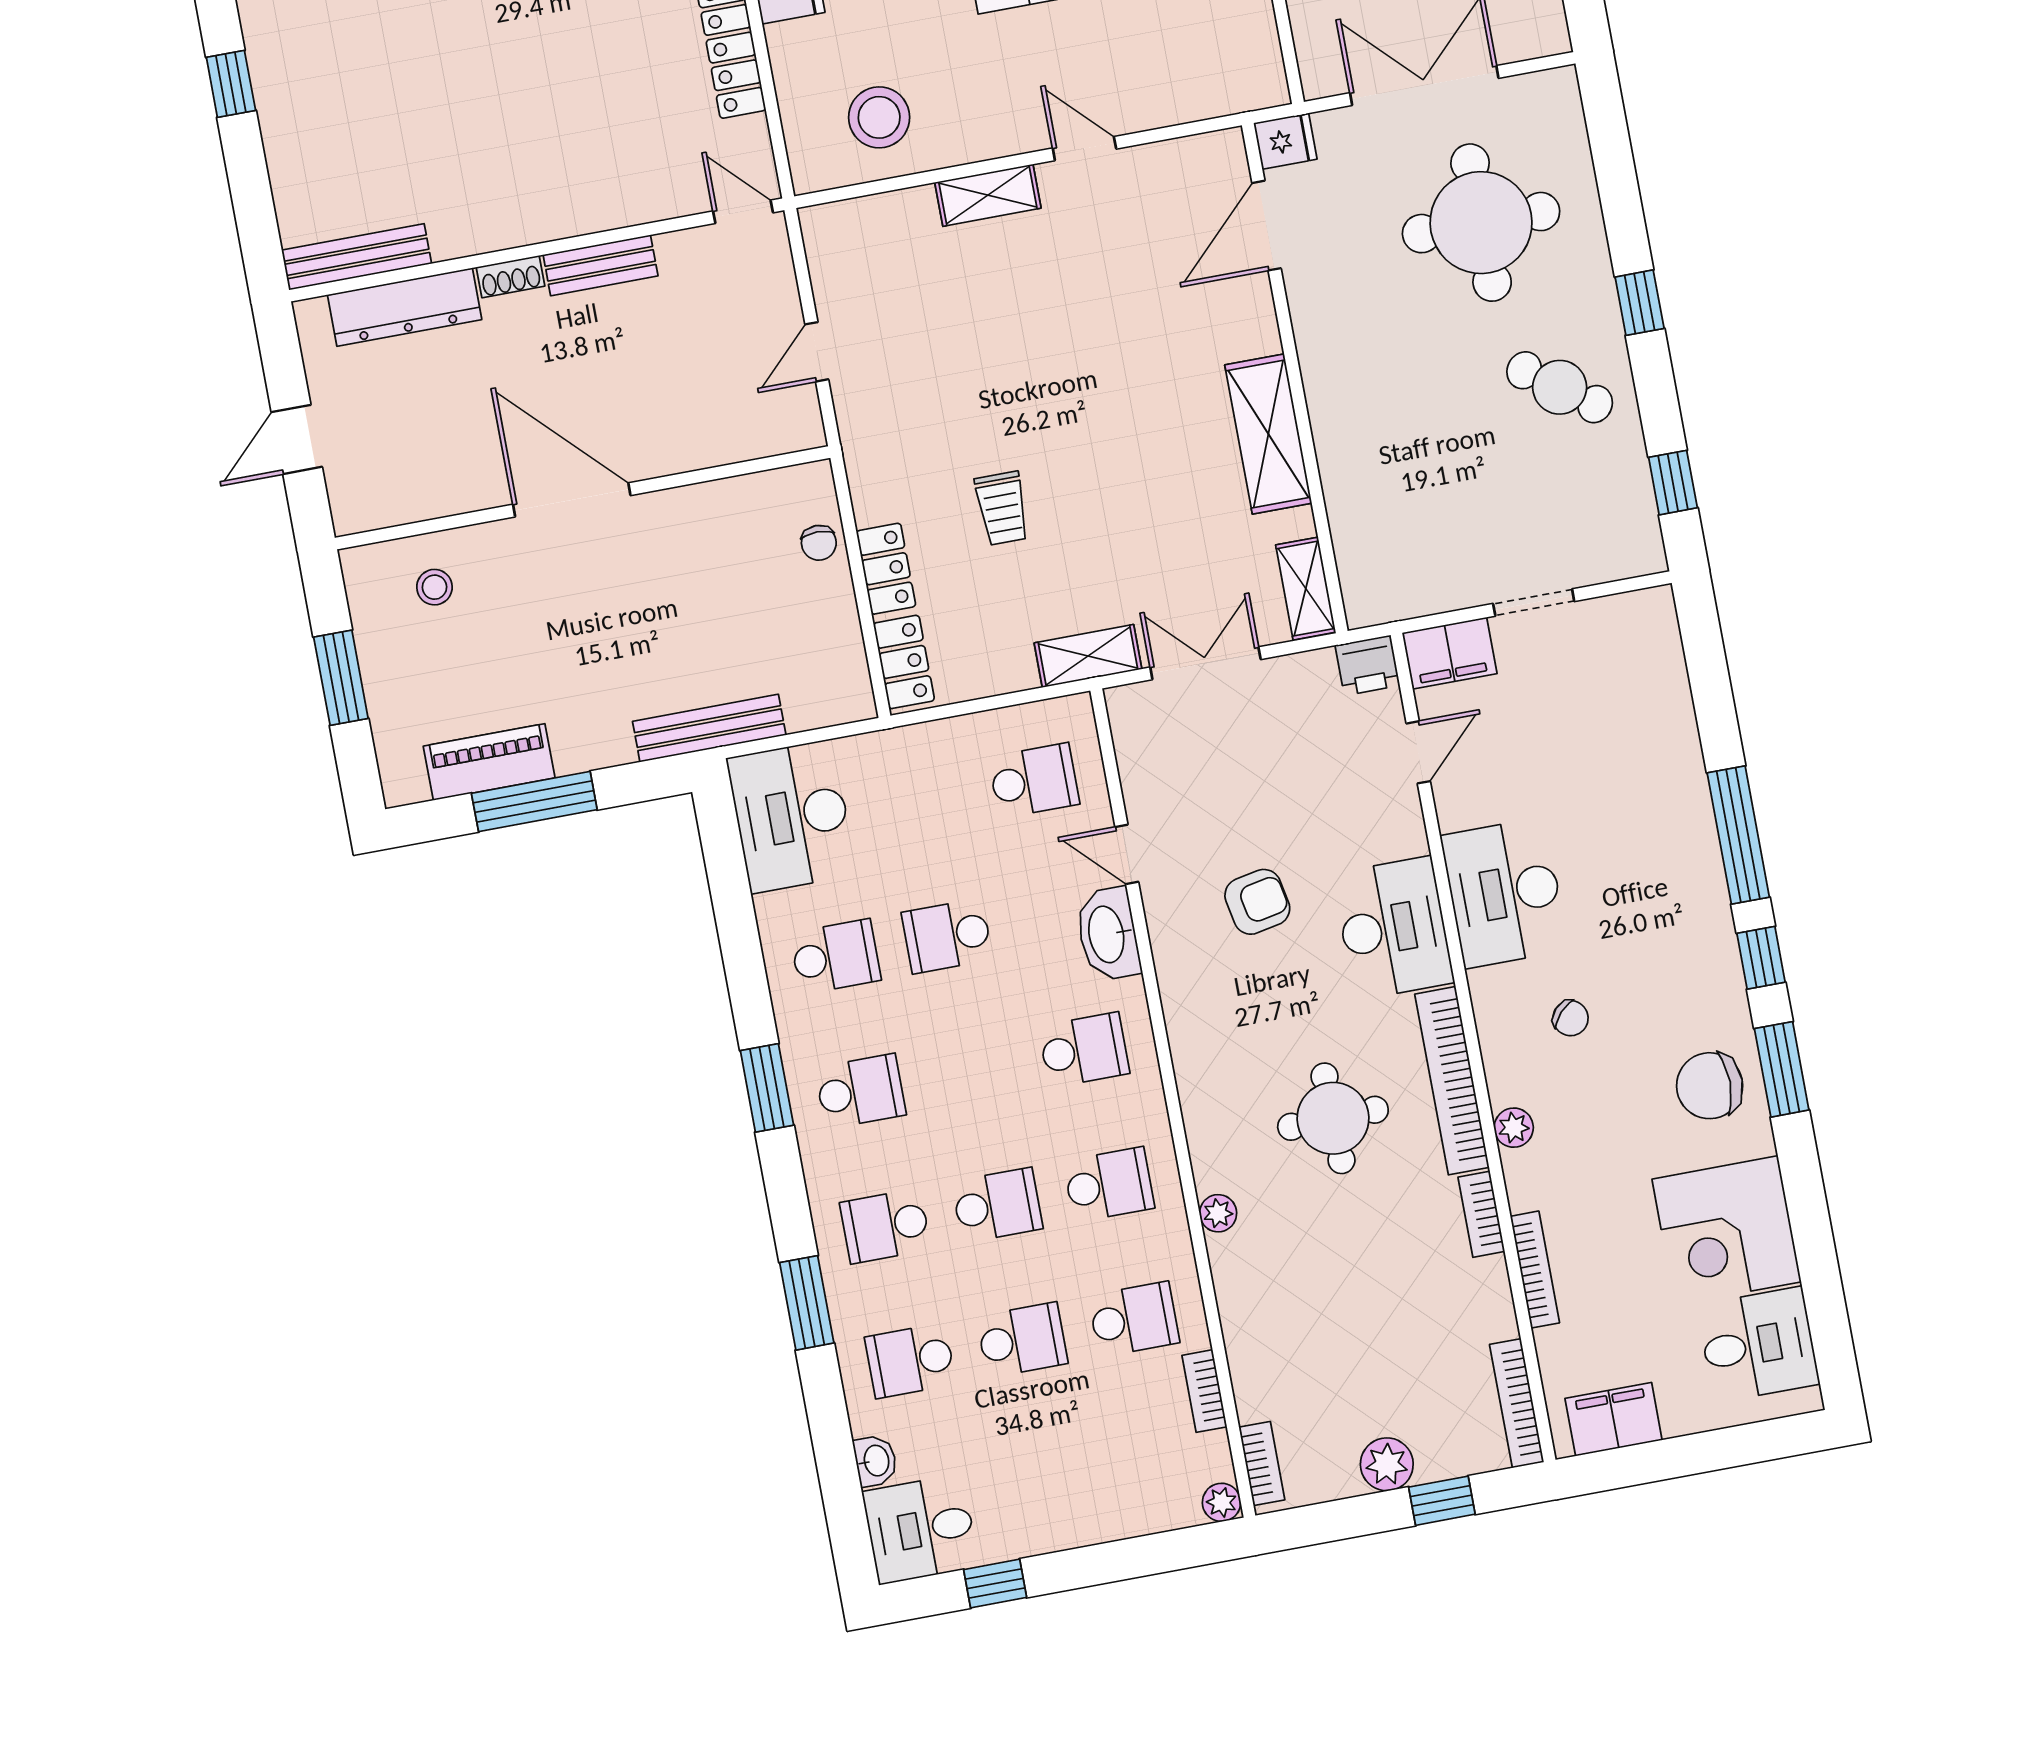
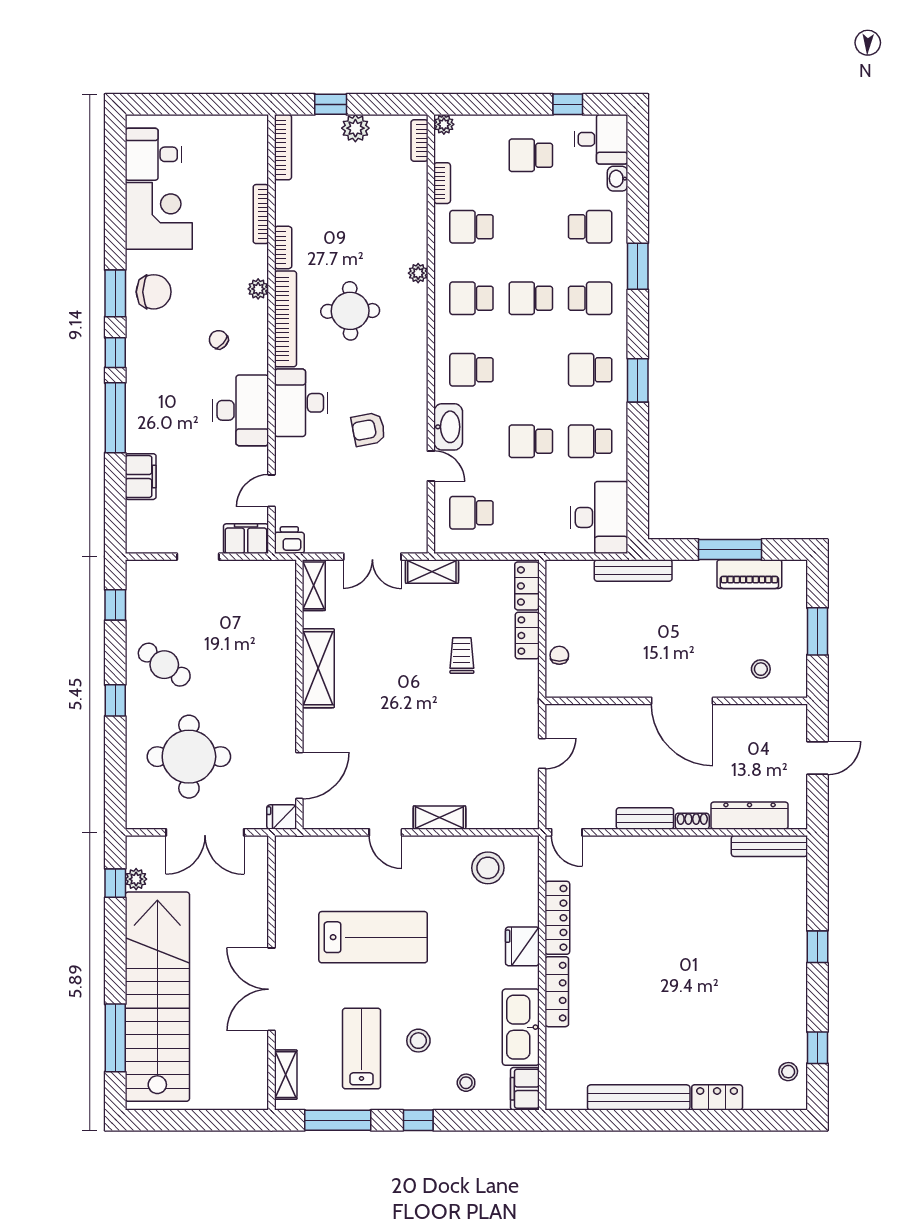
school desk: (947, 936) -> (531, 441), turned 180
school desk: (1022, 1340) -> (531, 155), moved
filing cabinet: (1614, 1419) -> (141, 477), moved, turned -90

